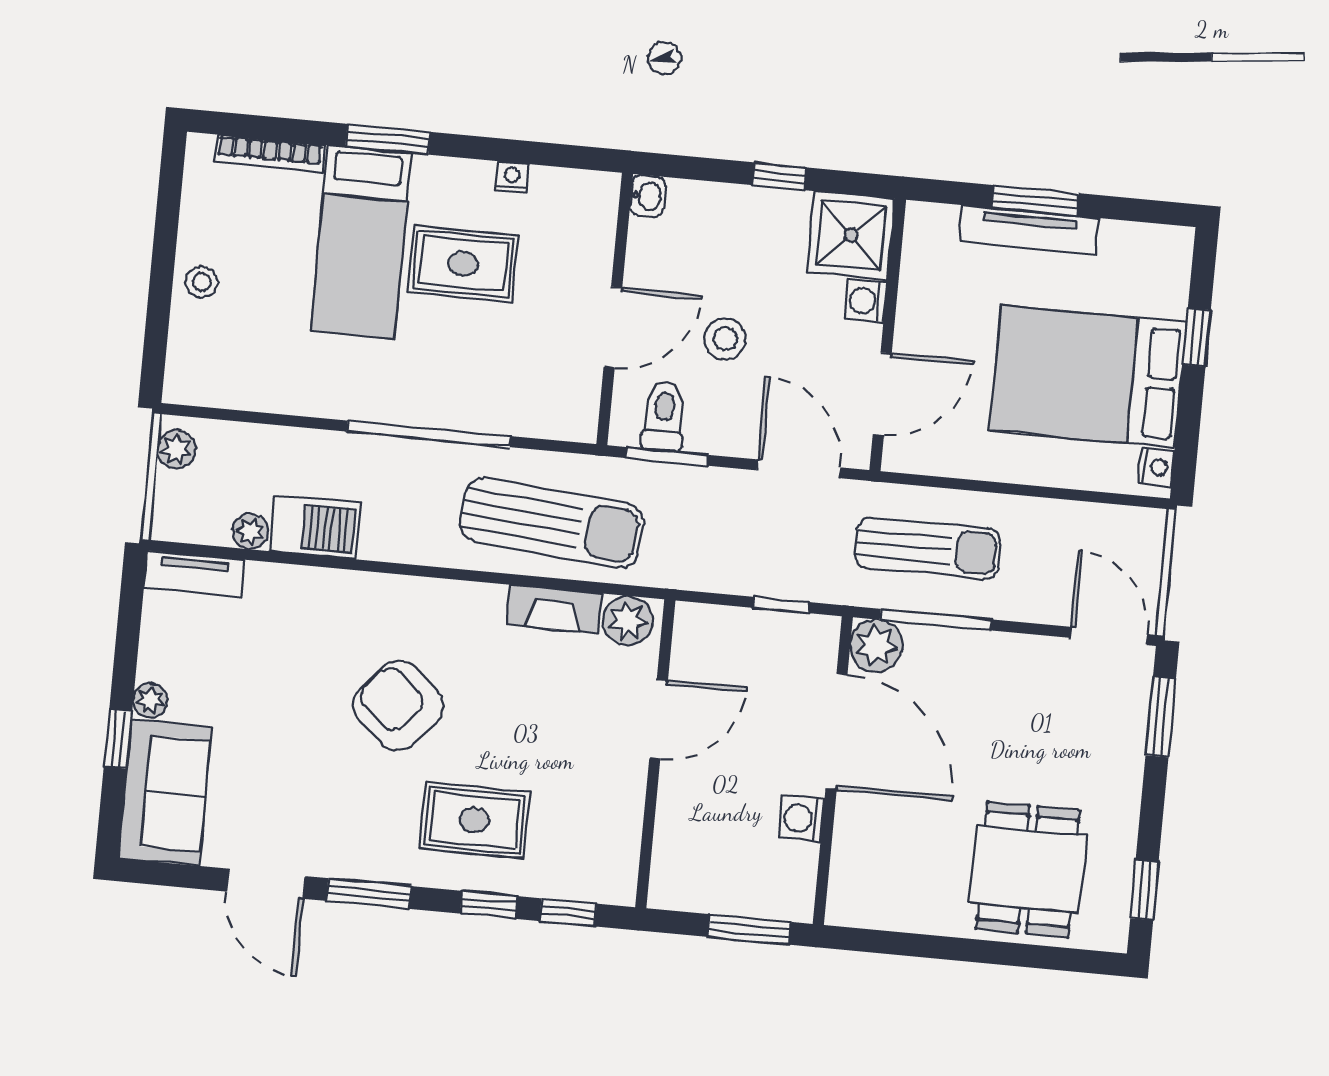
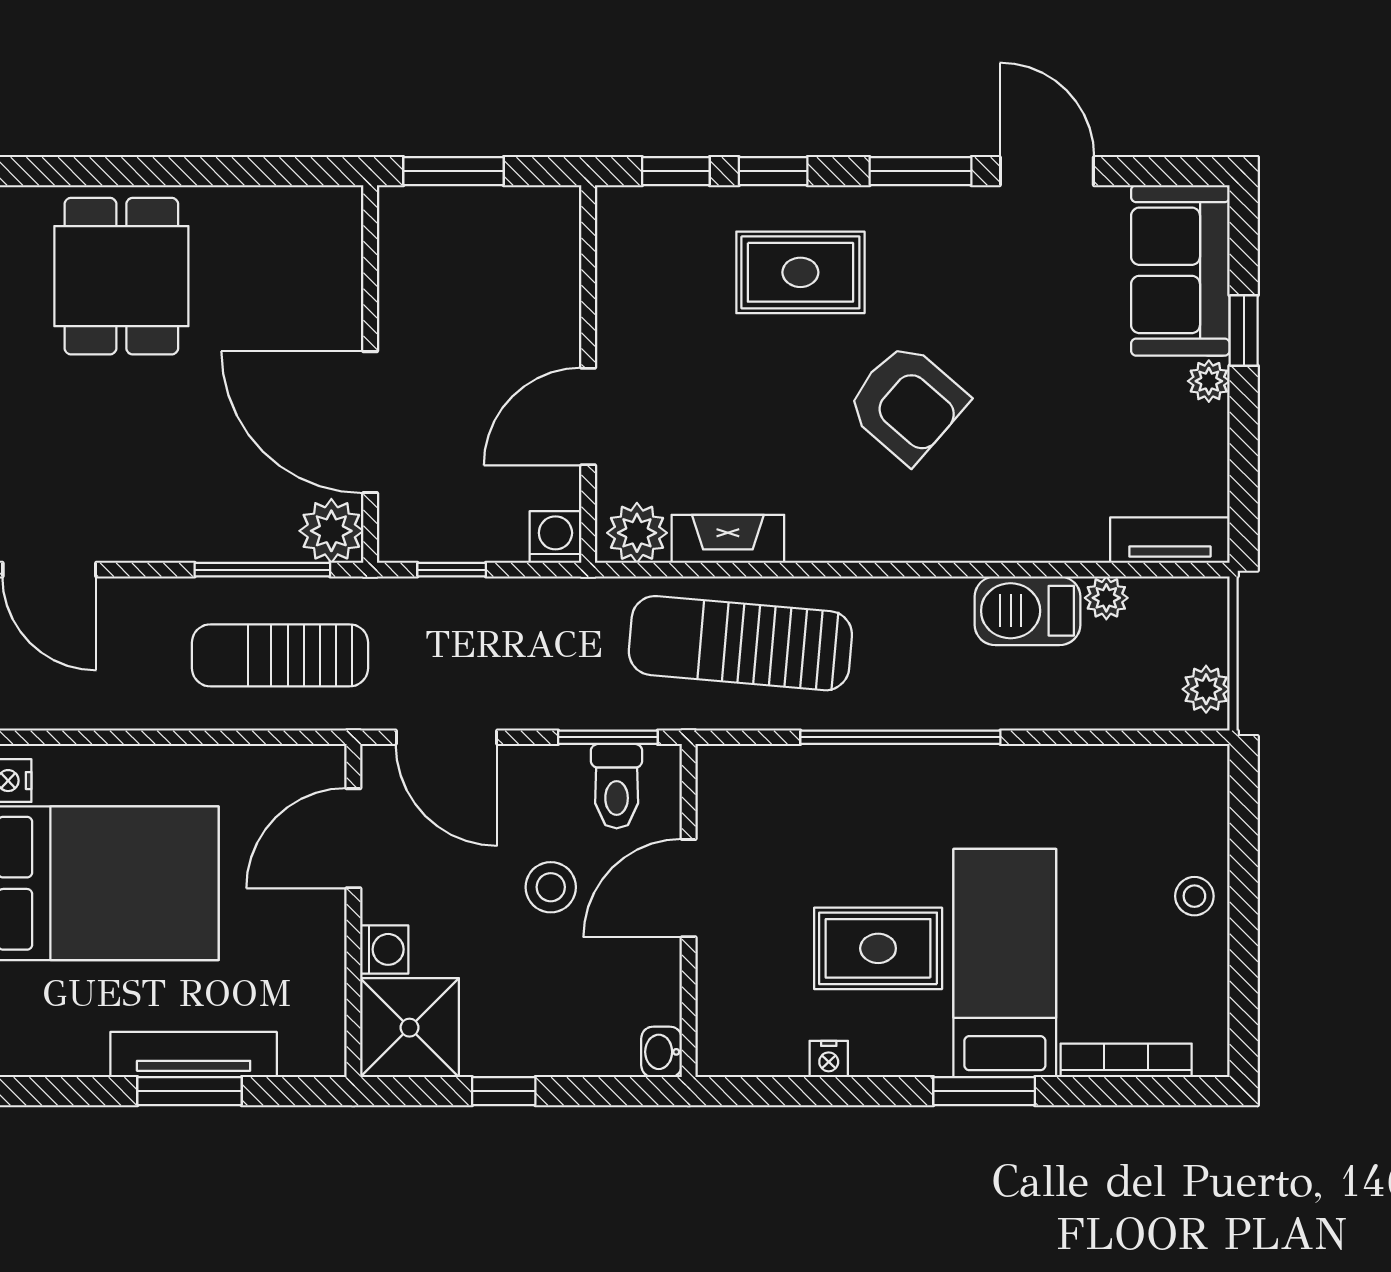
washing machine: (802, 819) -> (555, 537), moved, turned -90

